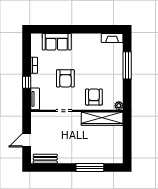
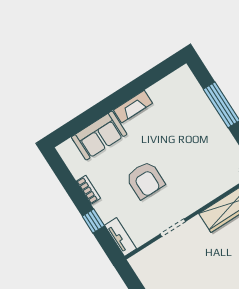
fireplace: (112, 38) -> (133, 107), moved
armchair: (94, 97) -> (203, 180), removed

